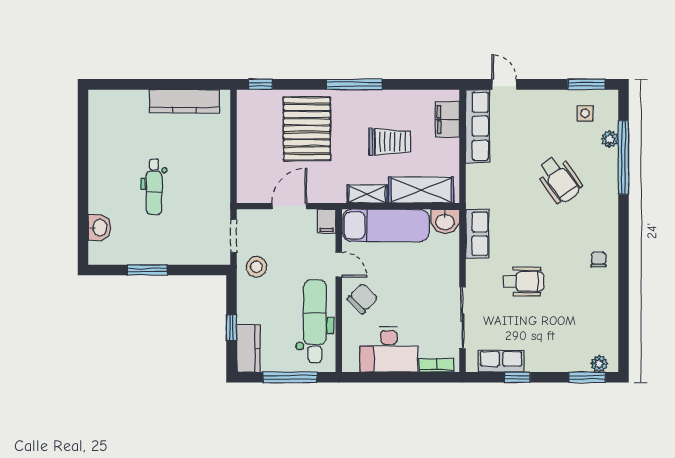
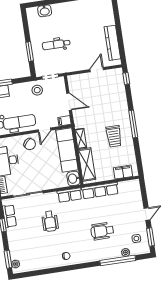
door: (504, 84) -> (147, 214), moved
row of seats: (477, 126) -> (100, 191), moved
pallet: (307, 129) -> (108, 104), removed
door: (234, 141) -> (97, 70), added
trolley: (390, 142) -> (114, 136), moved
wheelchair: (559, 180) -> (102, 231), turned 35
dental chair: (154, 187) -> (56, 44), moved
window: (147, 270) -> (30, 51), moved

